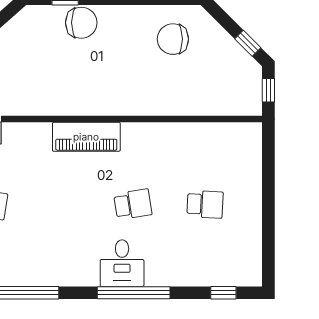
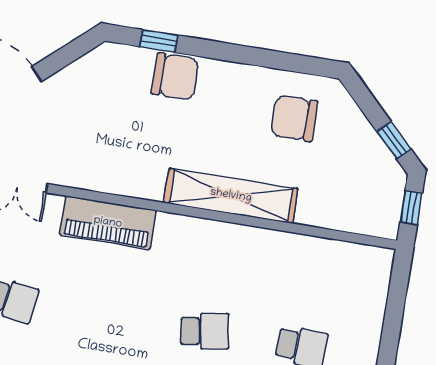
shelving: (136, 103) -> (231, 196), added
piano: (86, 137) -> (108, 223), moved

